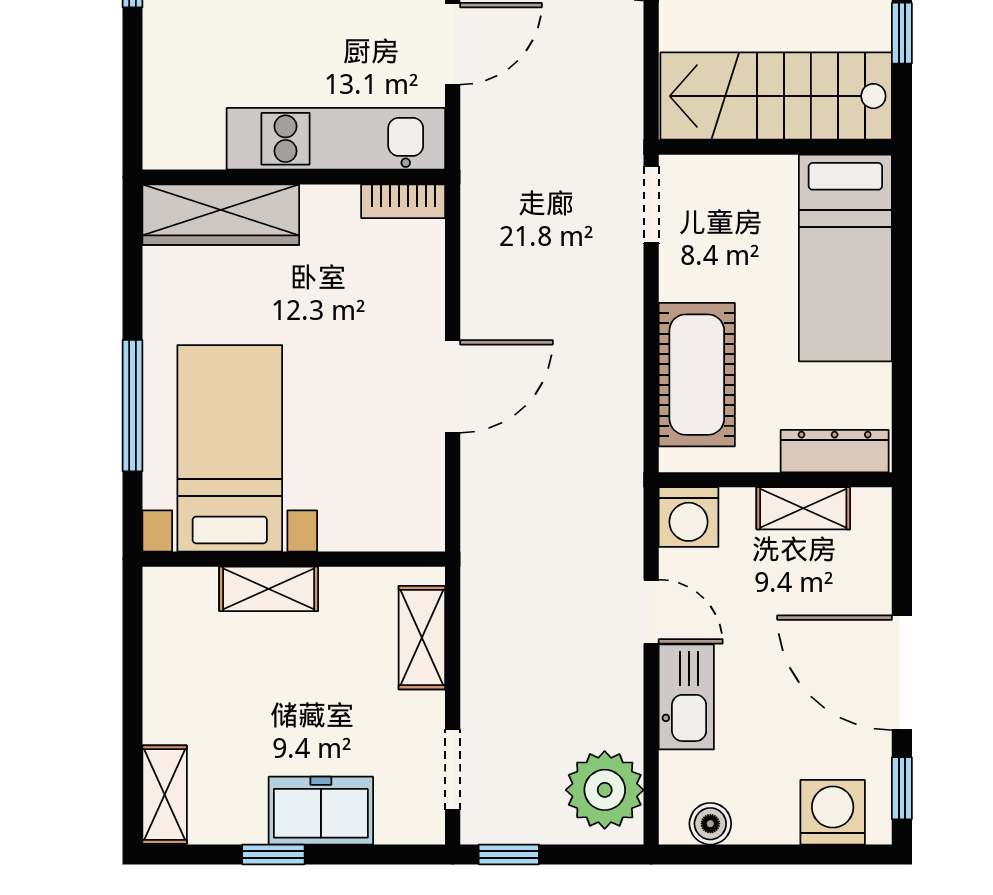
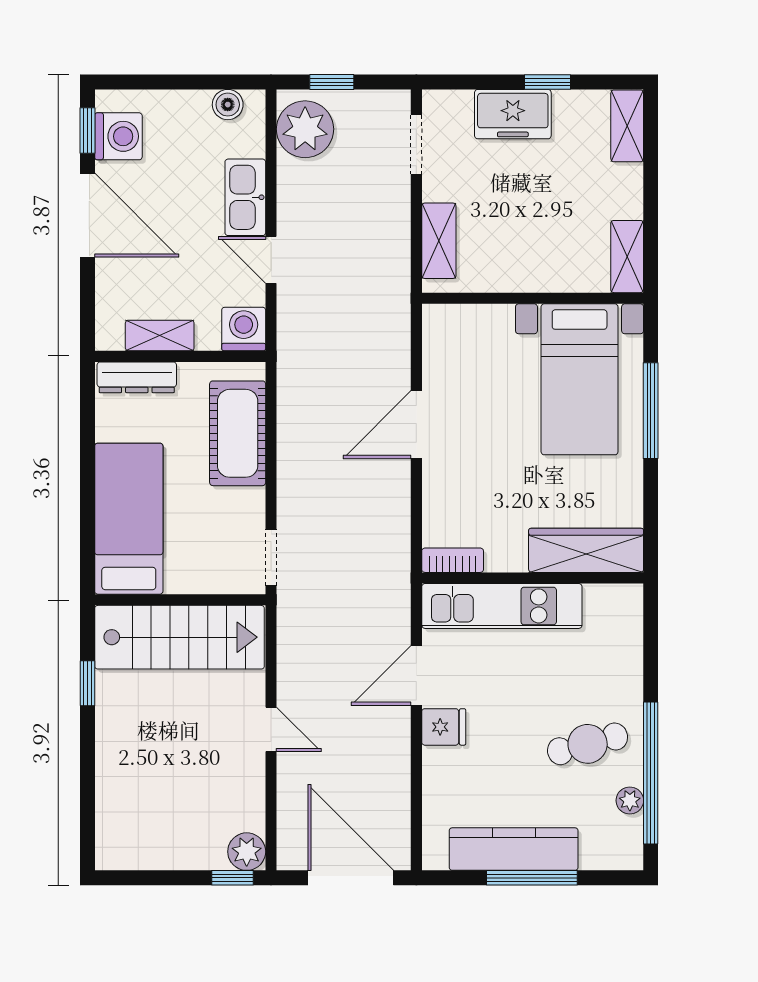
shelving: (269, 589) -> (627, 257), moved, turned 90
washing machine: (833, 812) -> (118, 136), moved, turned -90
window: (509, 854) -> (332, 82), moved

